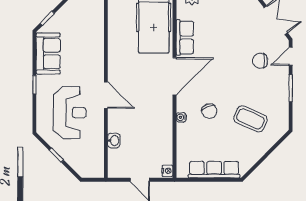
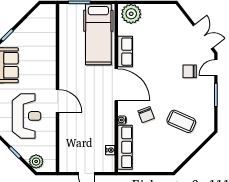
door: (174, 76) -> (116, 85), hinge flipped
washbasin: (114, 141) -> (64, 140), removed
plant: (81, 166) -> (36, 161), added
row of seats: (214, 170) -> (125, 147), moved, turned 90
nightstand: (167, 171) -> (110, 150), moved

